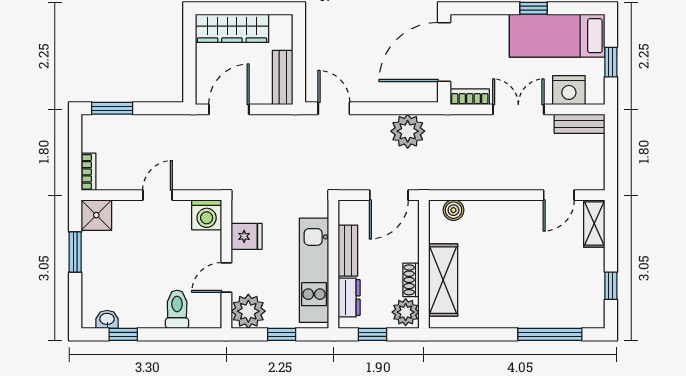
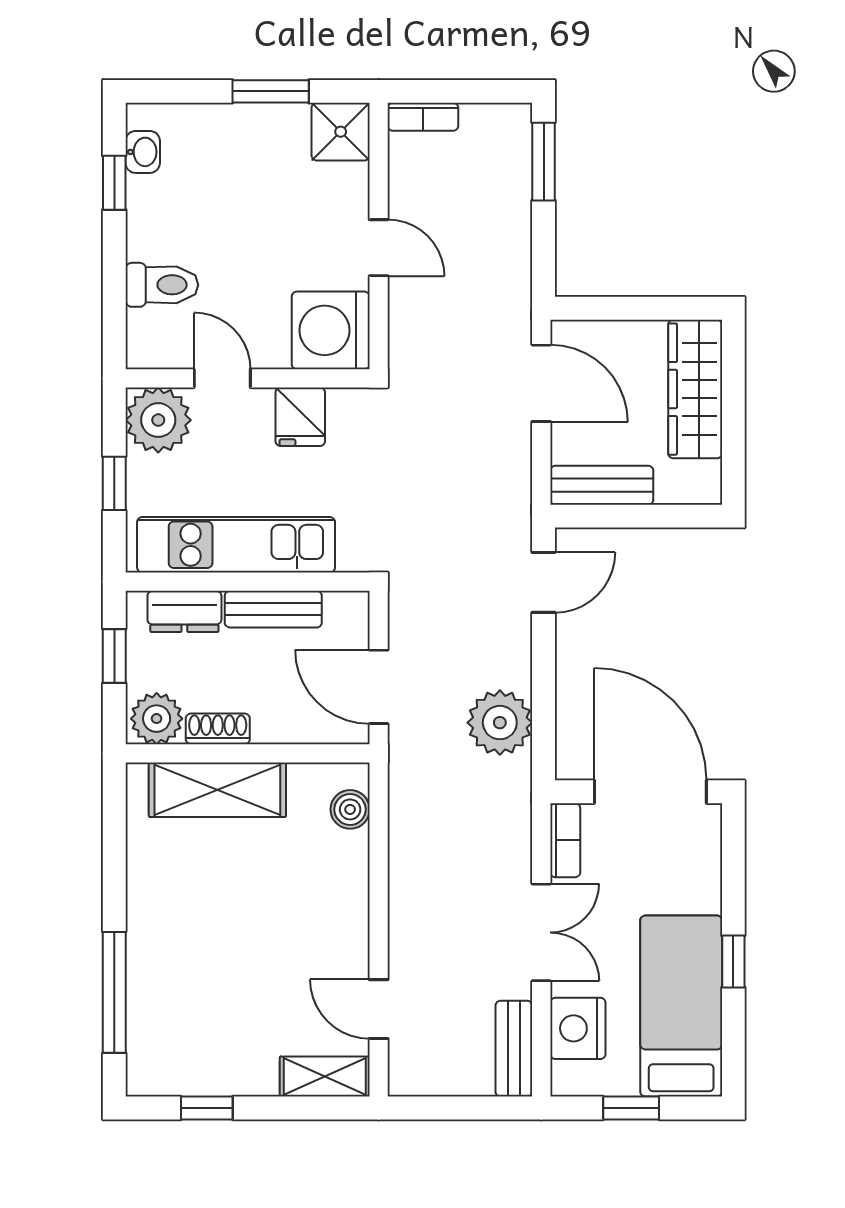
washing machine: (207, 215) -> (331, 330), width x1.37, depth x1.37

